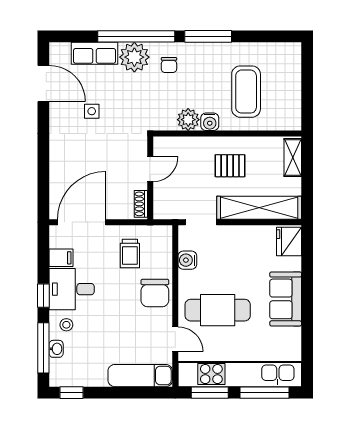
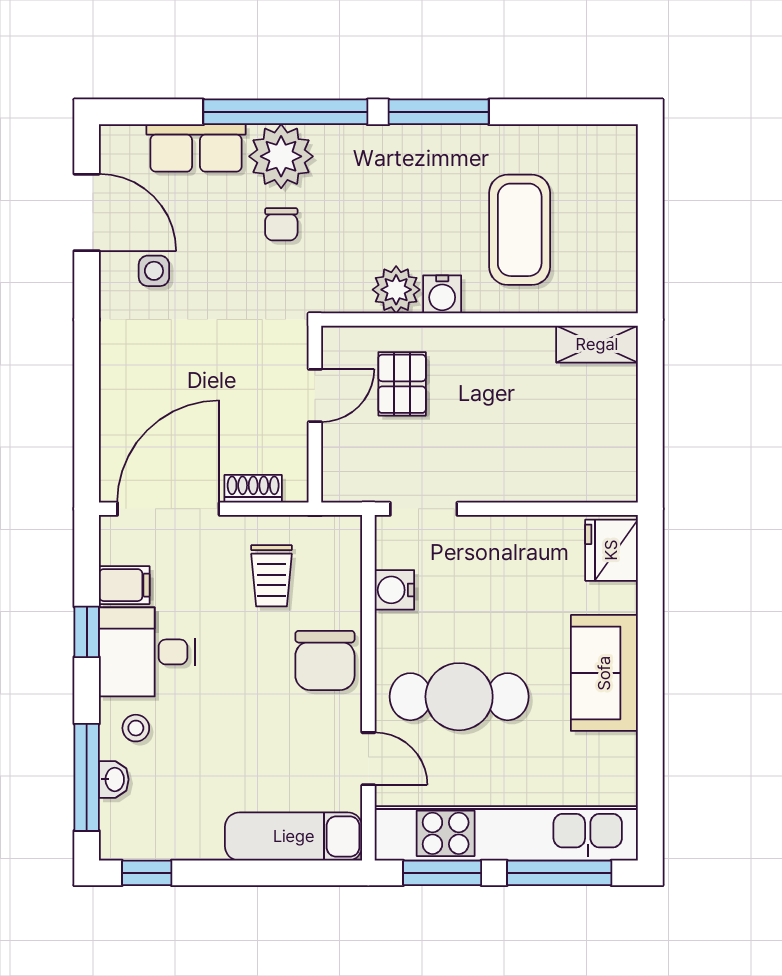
chair: (169, 65) -> (281, 224), moved
side table: (92, 111) -> (154, 271), moved
shelving: (293, 157) -> (597, 344), moved, turned 90
pallet: (230, 166) -> (402, 384), moved, turned 90
shoe rack: (141, 204) -> (253, 489), moved, turned 90
shelving: (259, 208) -> (548, 478), removed
window: (43, 296) -> (87, 632), moved

